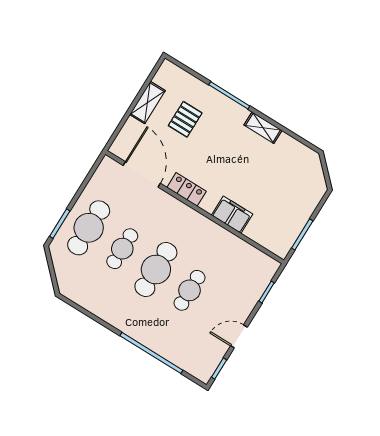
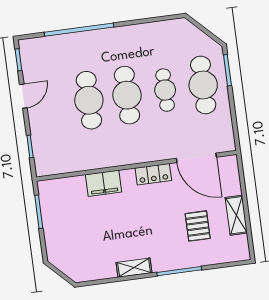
cafe table: (190, 290) -> (89, 100), width x1.37, depth x1.35

